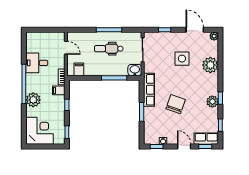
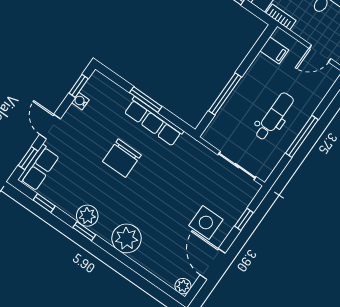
door: (195, 30) -> (213, 264), swing flipped
side table: (182, 59) -> (206, 222), moved
plant: (210, 65) -> (127, 238), moved
washbasin: (135, 70) -> (215, 133), removed
row of seats: (149, 90) -> (154, 121), moved
chair: (176, 104) -> (122, 158), turned 71
door: (184, 146) -> (50, 127), swing flipped

